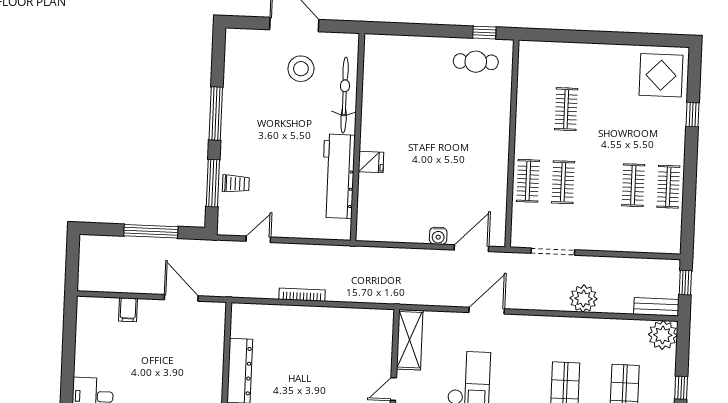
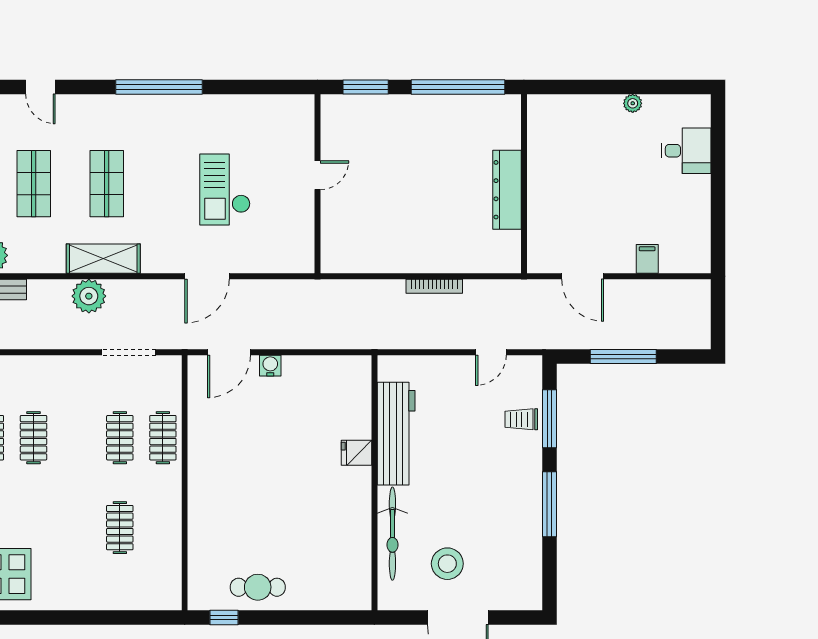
cafe table: (476, 62) -> (258, 587), moved
shelving: (410, 340) -> (103, 259), moved, turned 90

